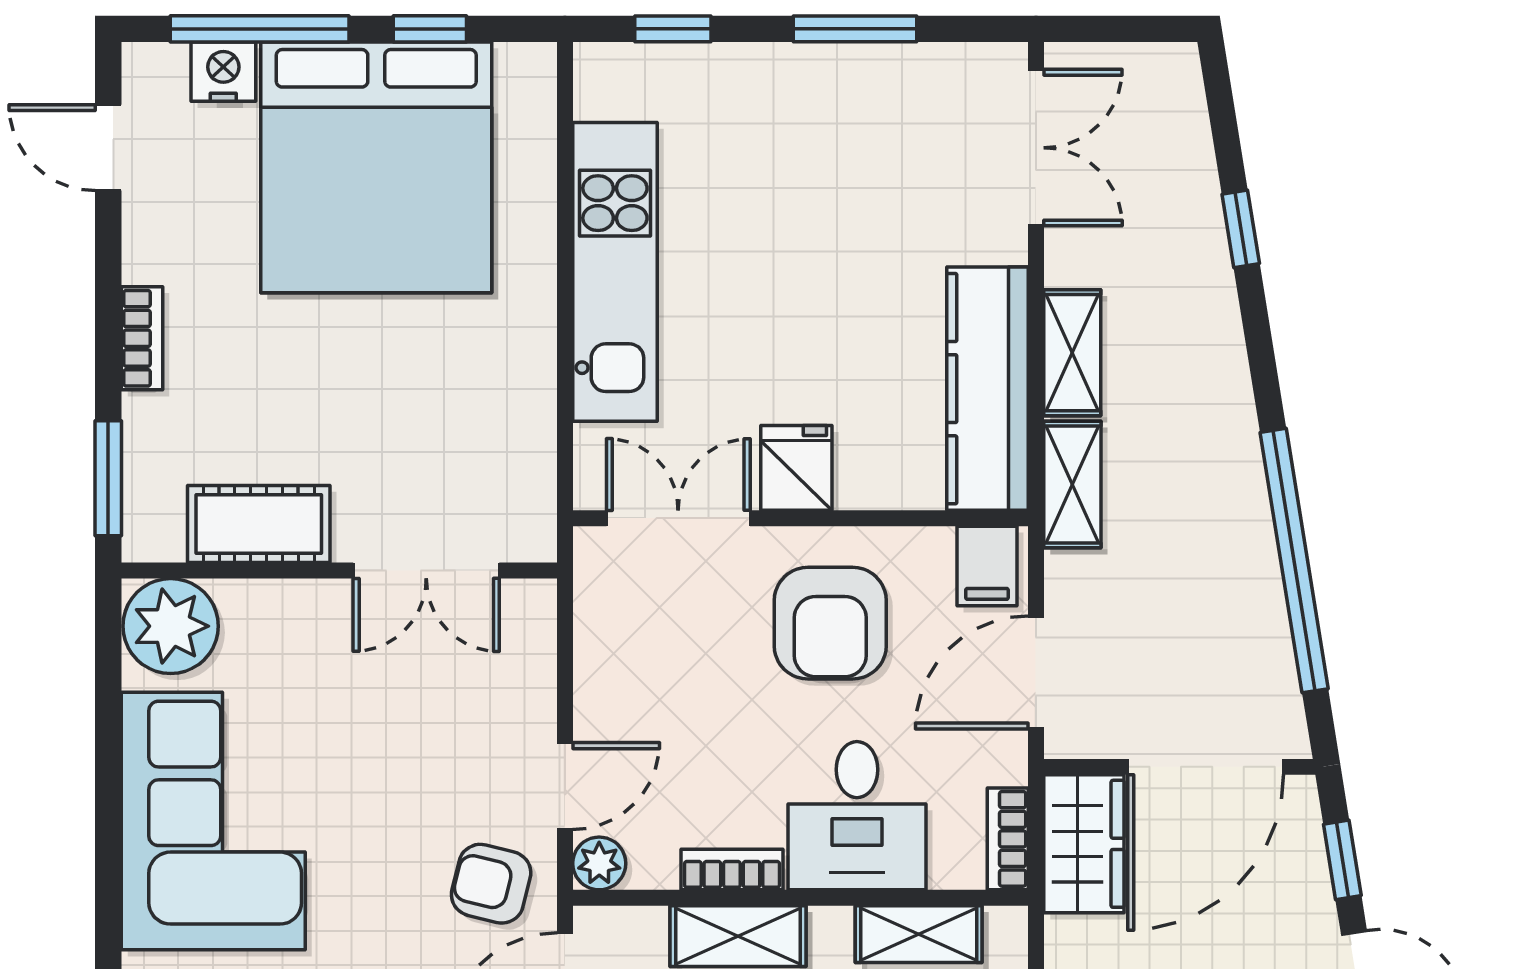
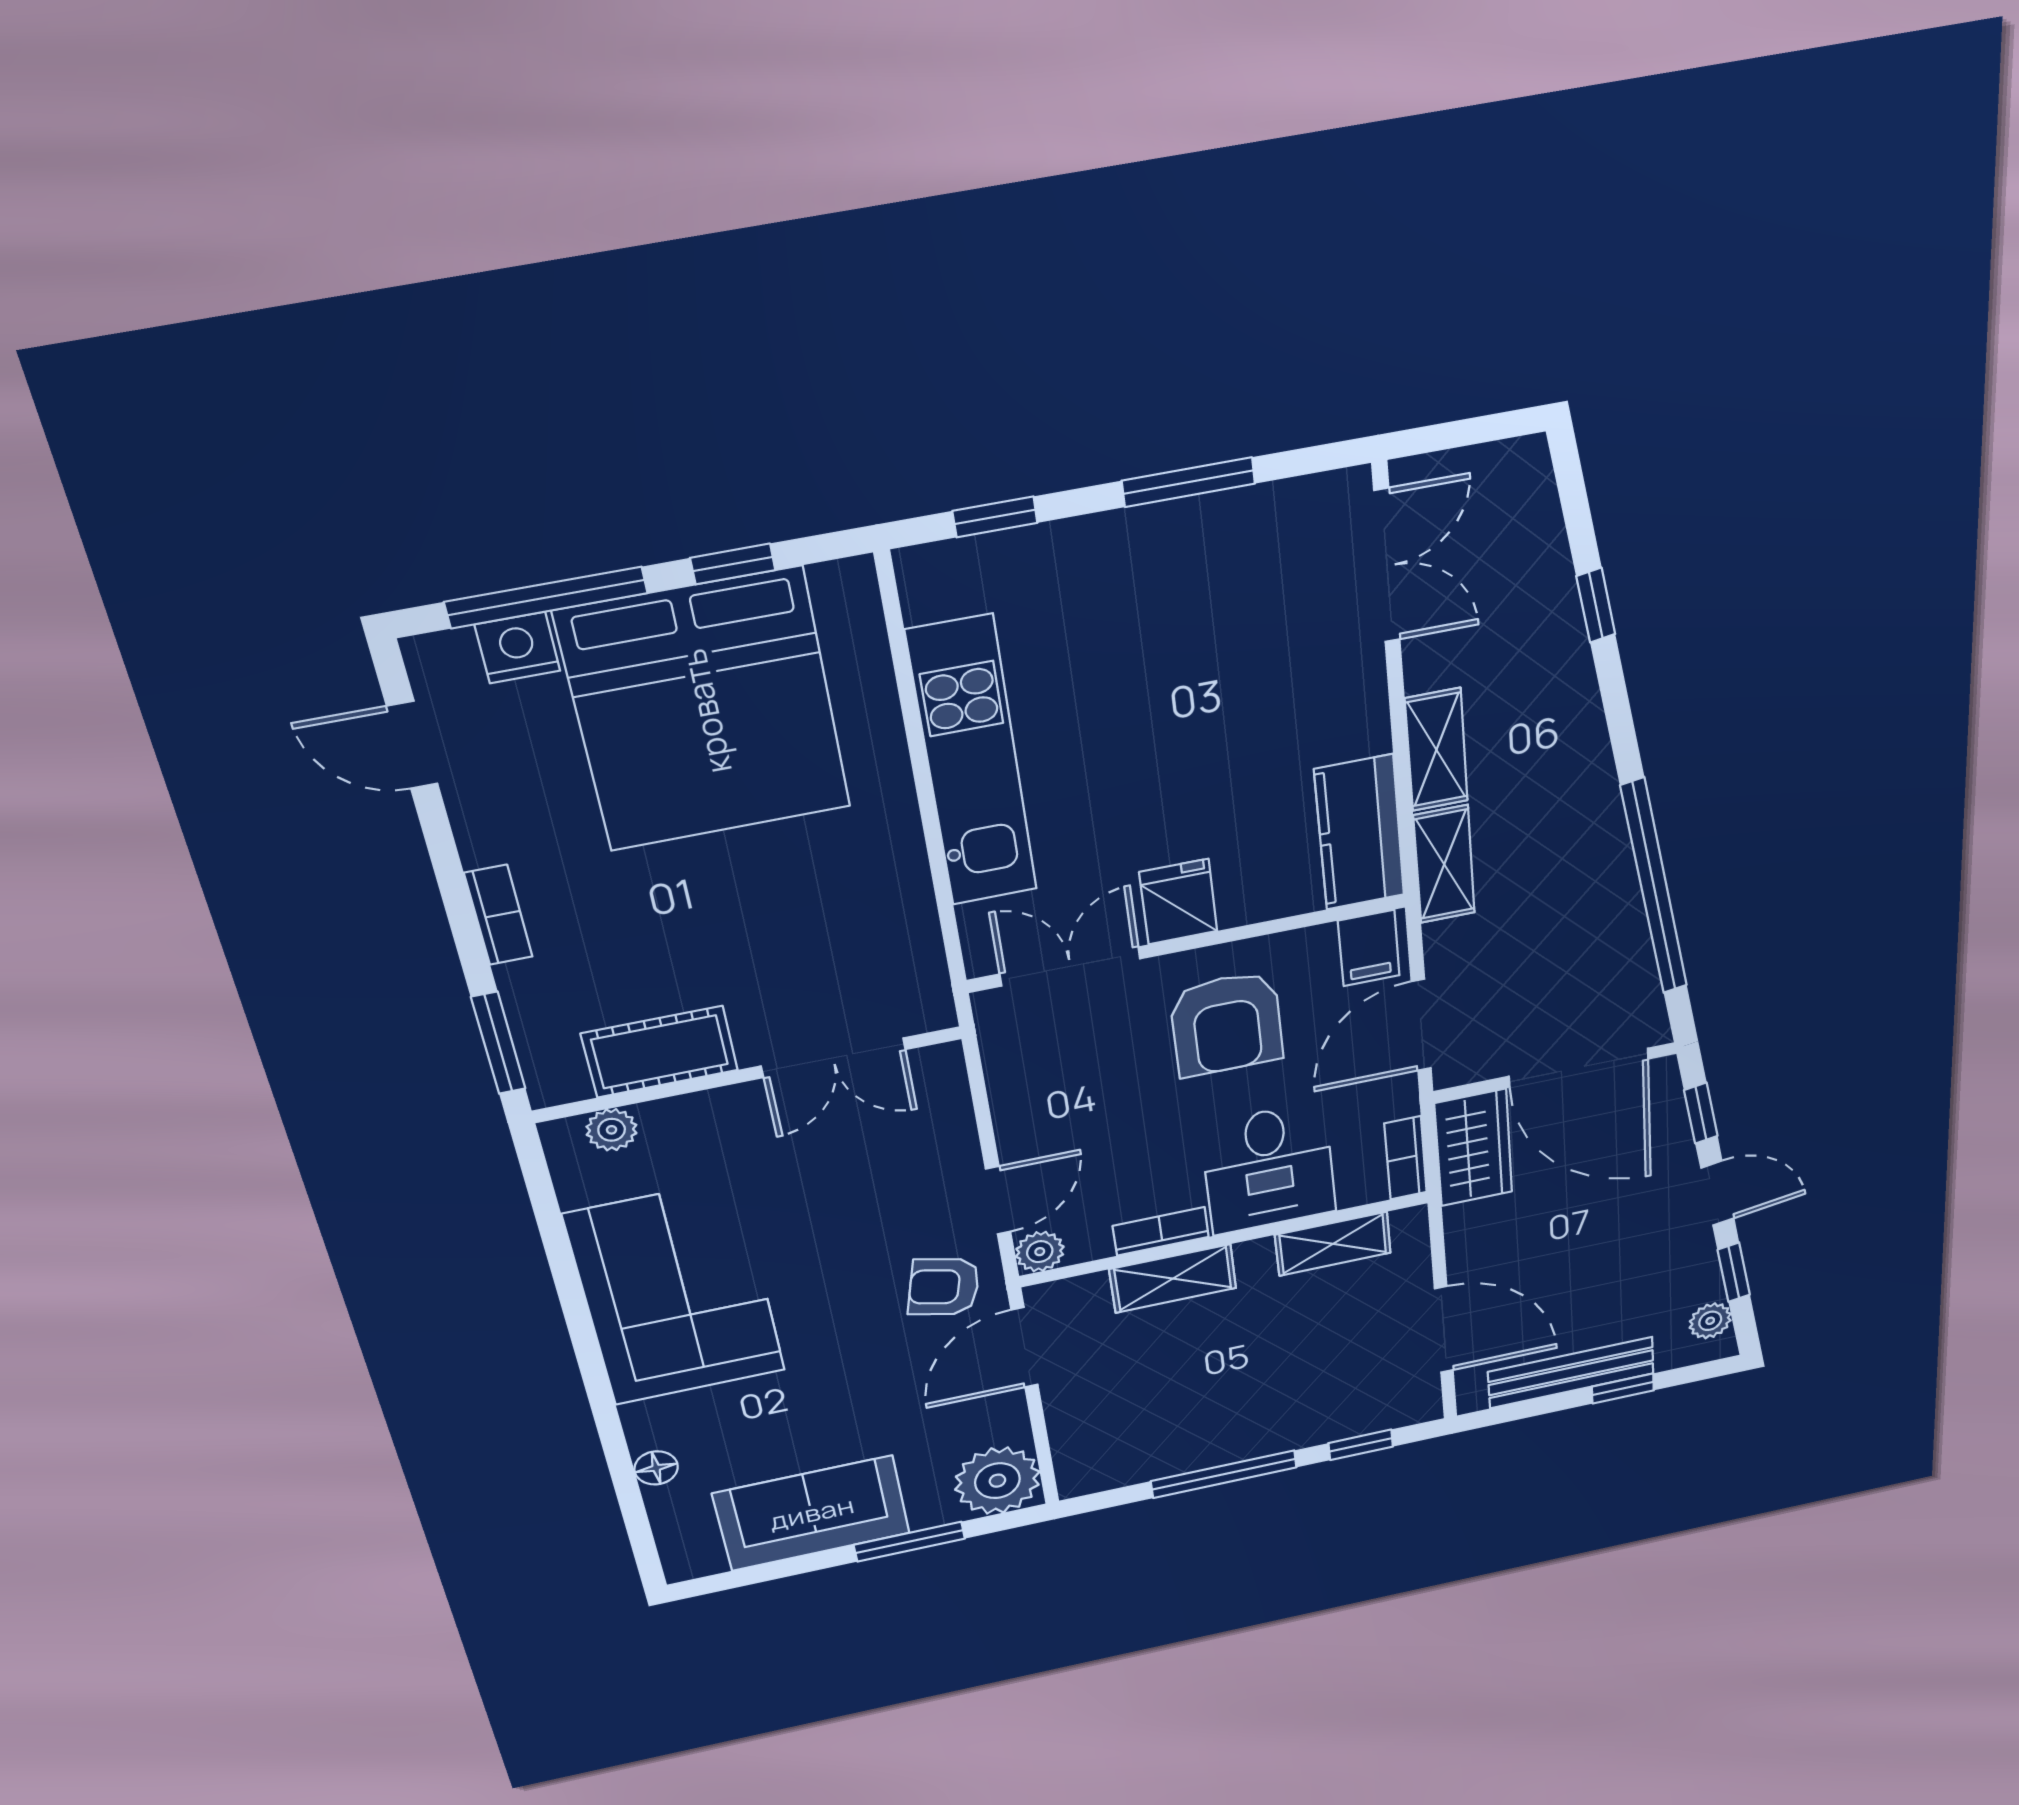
kitchen counter: (988, 389) -> (1360, 833), width x0.67
plant: (171, 626) -> (612, 1130), width x0.53, depth x0.53
door: (1206, 767) -> (1579, 1068), hinge flipped

